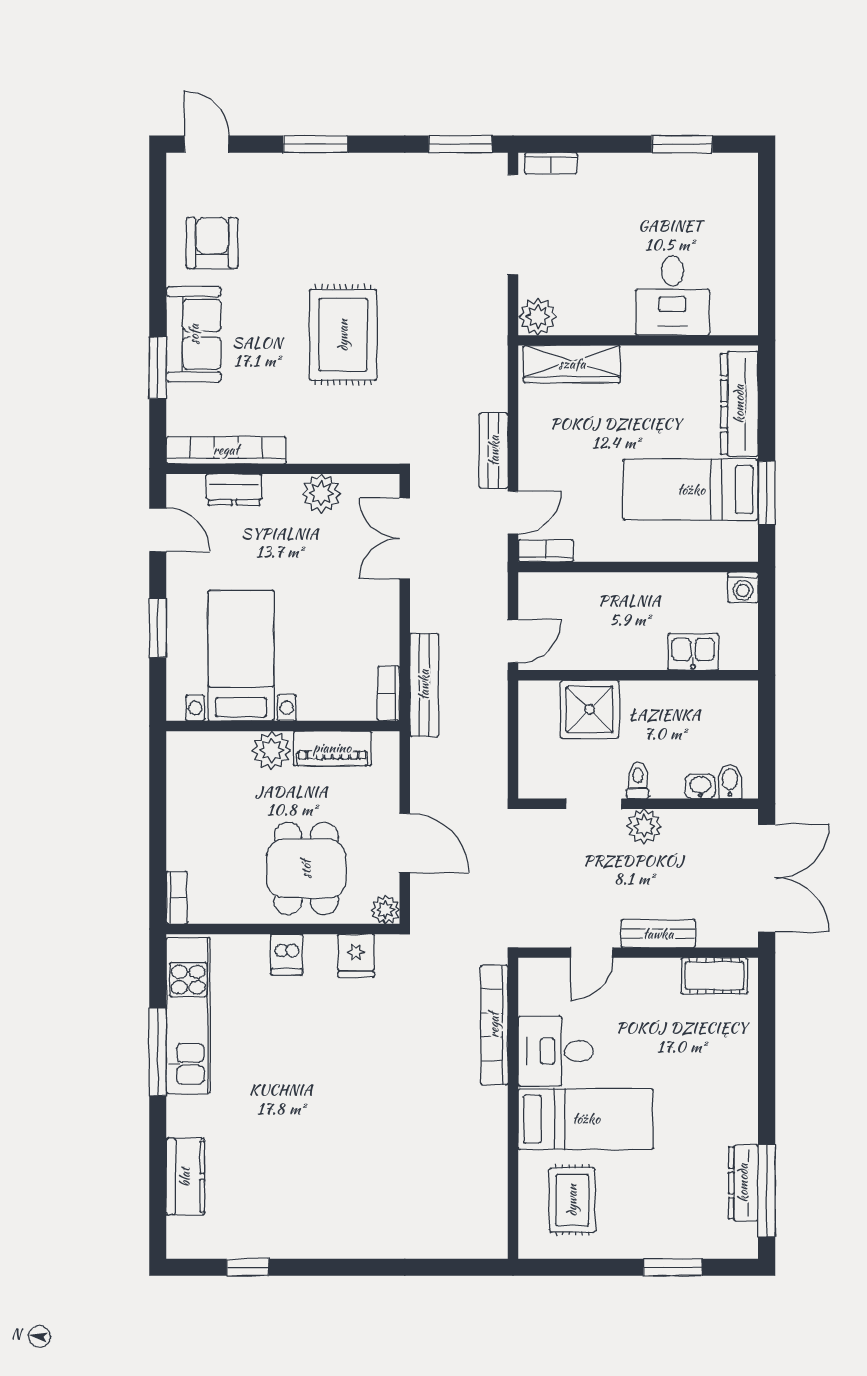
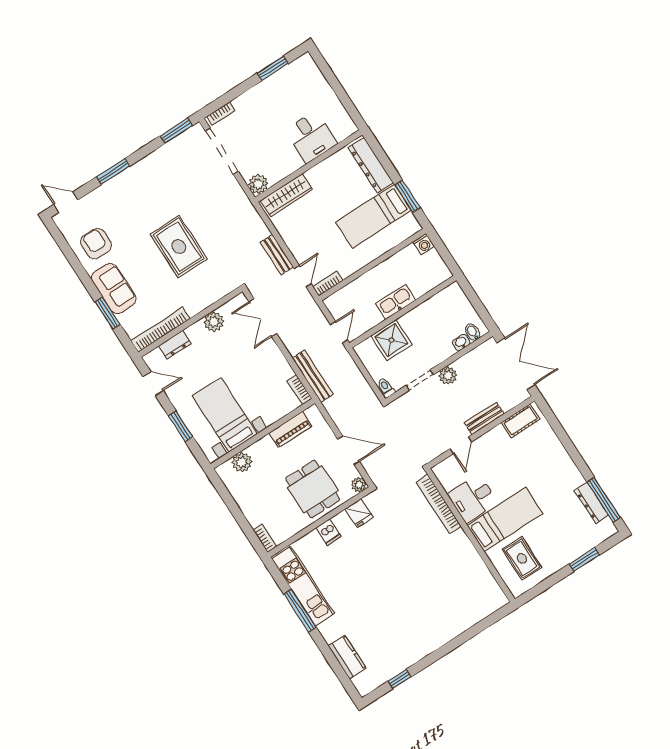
kitchen sink: (693, 652) -> (396, 302), moved, width x1.38
plant: (271, 750) -> (242, 462), moved
toilet: (638, 780) -> (386, 388), moved

